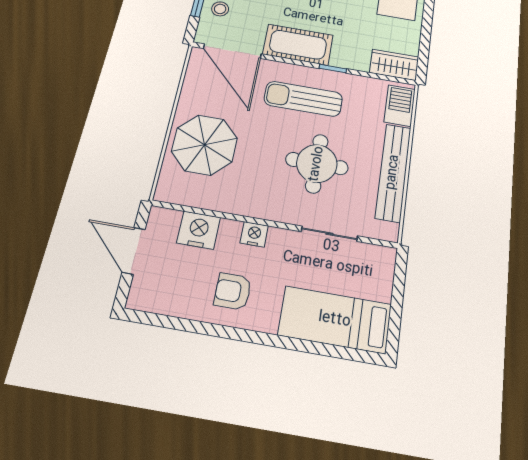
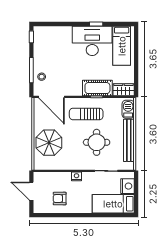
cot: (298, 45) -> (97, 88), moved
nightstand: (199, 230) -> (127, 186), moved, turned 90
armchair: (233, 291) -> (60, 199), moved

